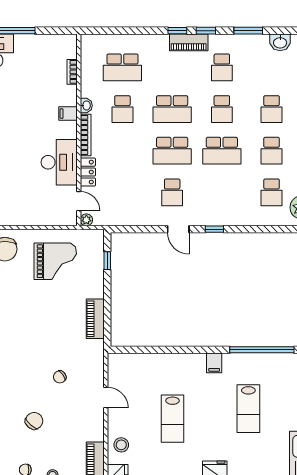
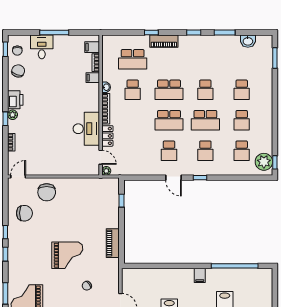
window: (177, 31) -> (151, 32), moved
piano: (189, 42) -> (164, 41), moved
filing cabinet: (67, 51) -> (92, 47), added
school desk: (222, 67) -> (205, 151), moved
filing cabinet: (68, 114) -> (93, 78), moved
grand piano: (55, 261) -> (67, 255), moved

